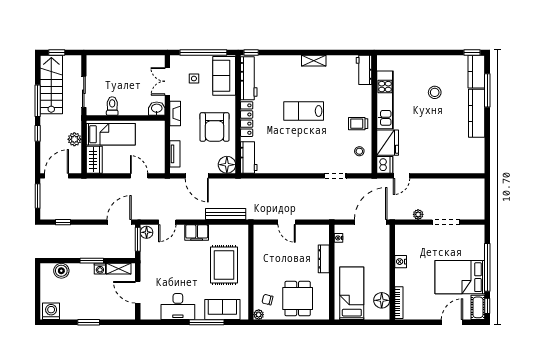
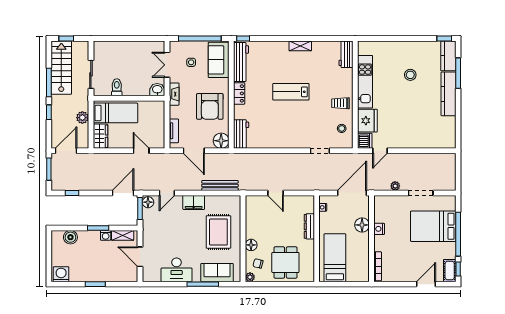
locker: (247, 119) -> (239, 93), width x0.66
bed: (460, 277) -> (433, 226), moved
floor lamp: (260, 279) -> (251, 245), added
floor lamp: (382, 300) -> (362, 225), moved

